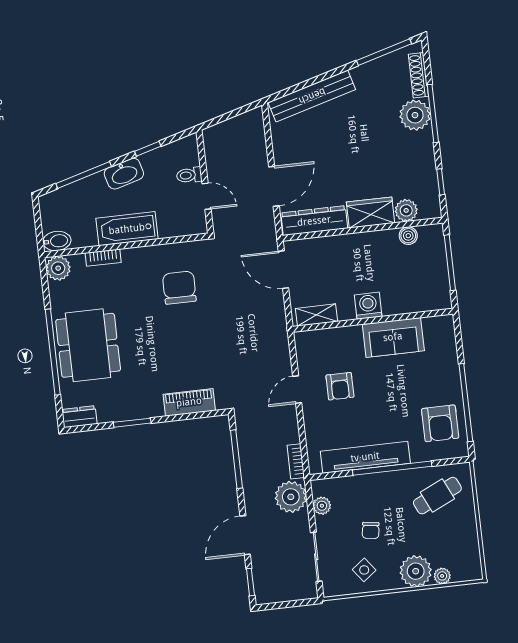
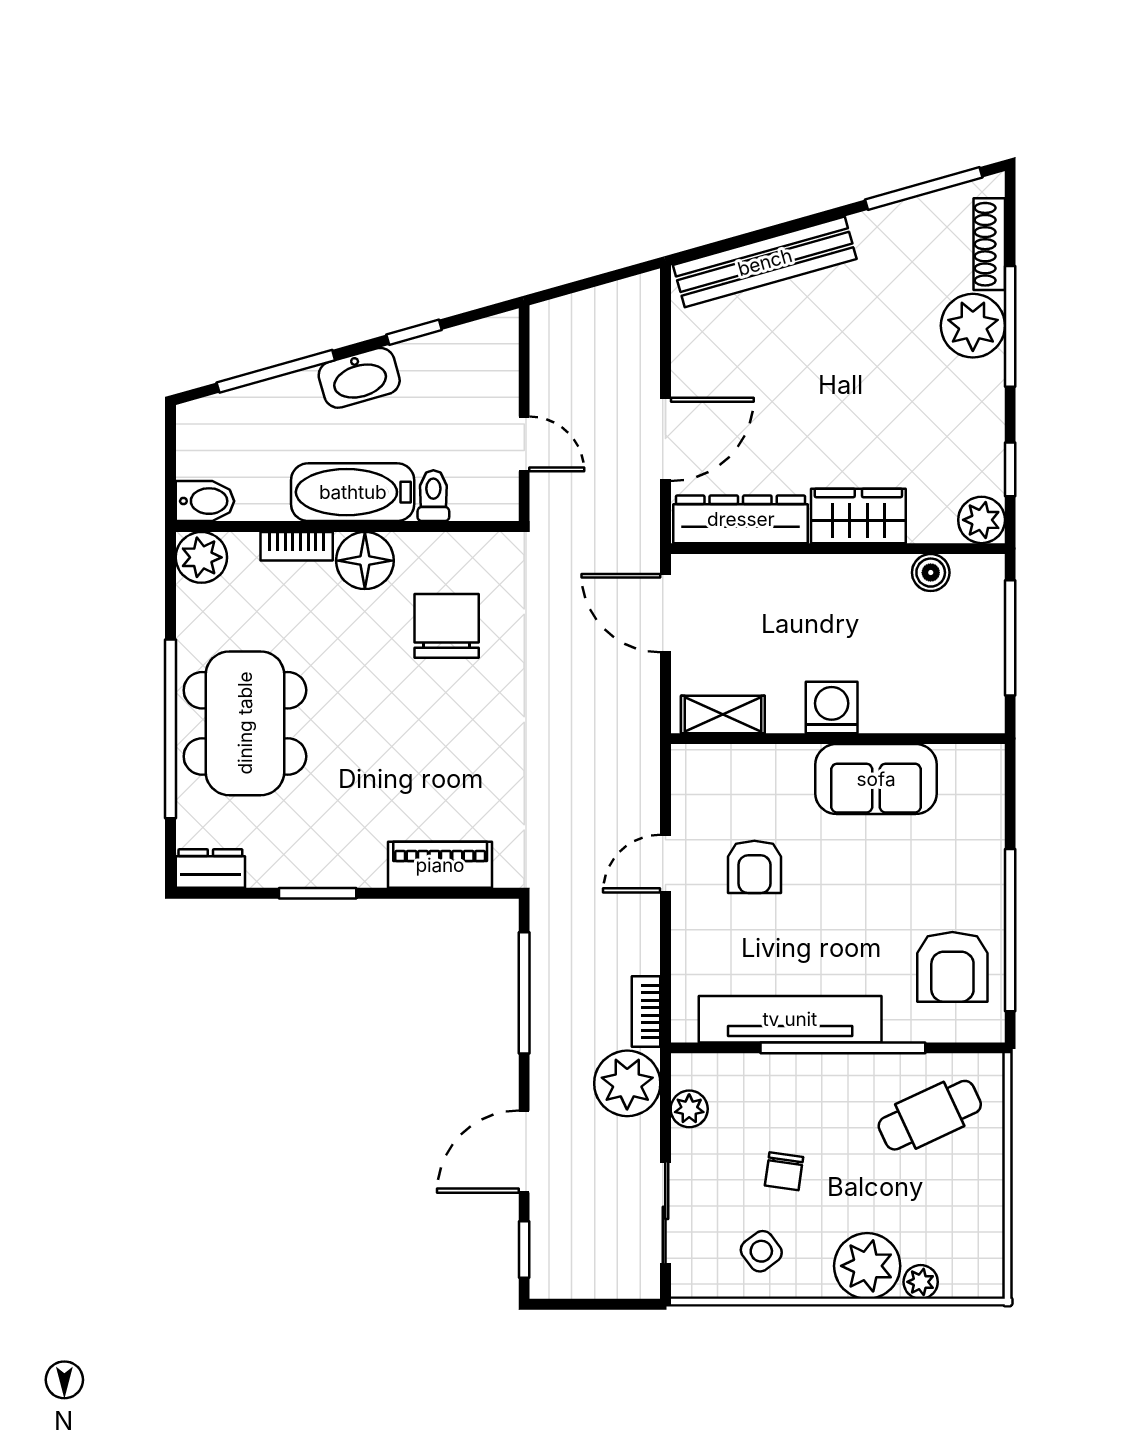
toilet: (189, 175) -> (433, 496), moved, turned 90
plant: (406, 210) -> (982, 520), moved
floor lamp: (137, 261) -> (365, 561), added

